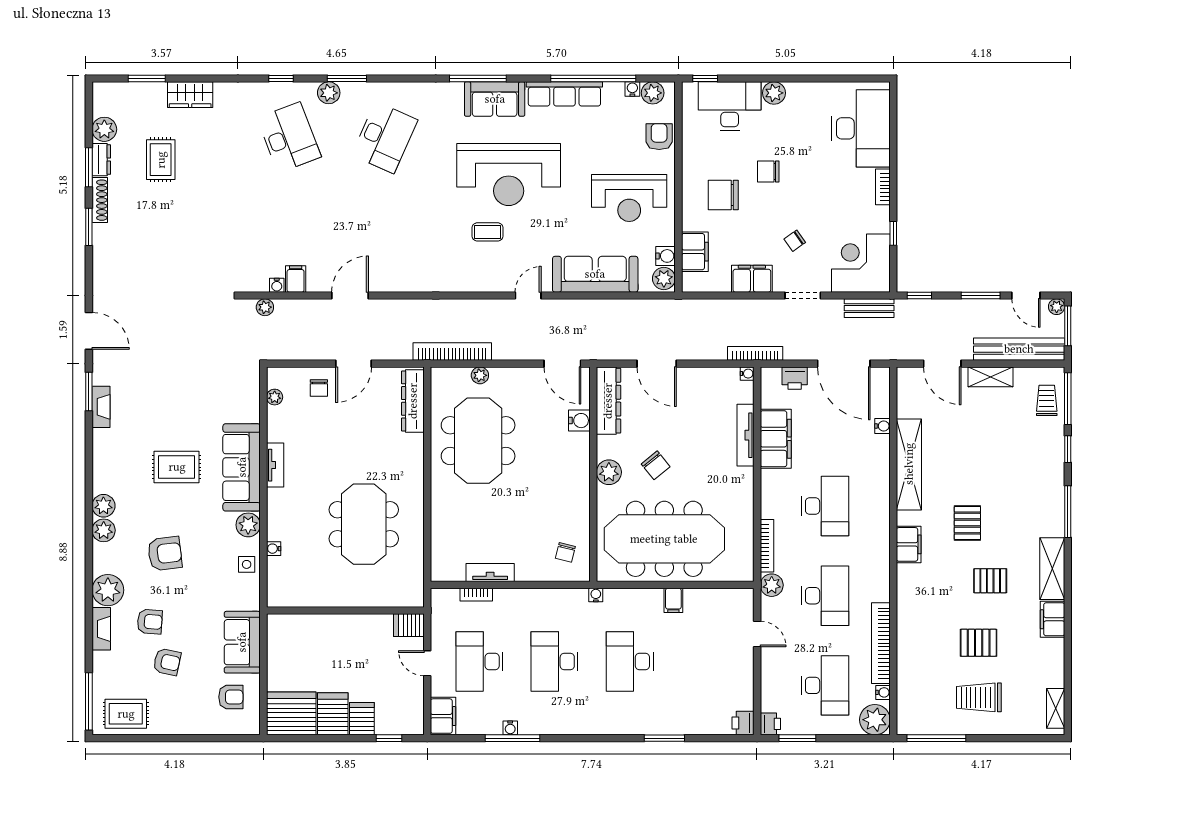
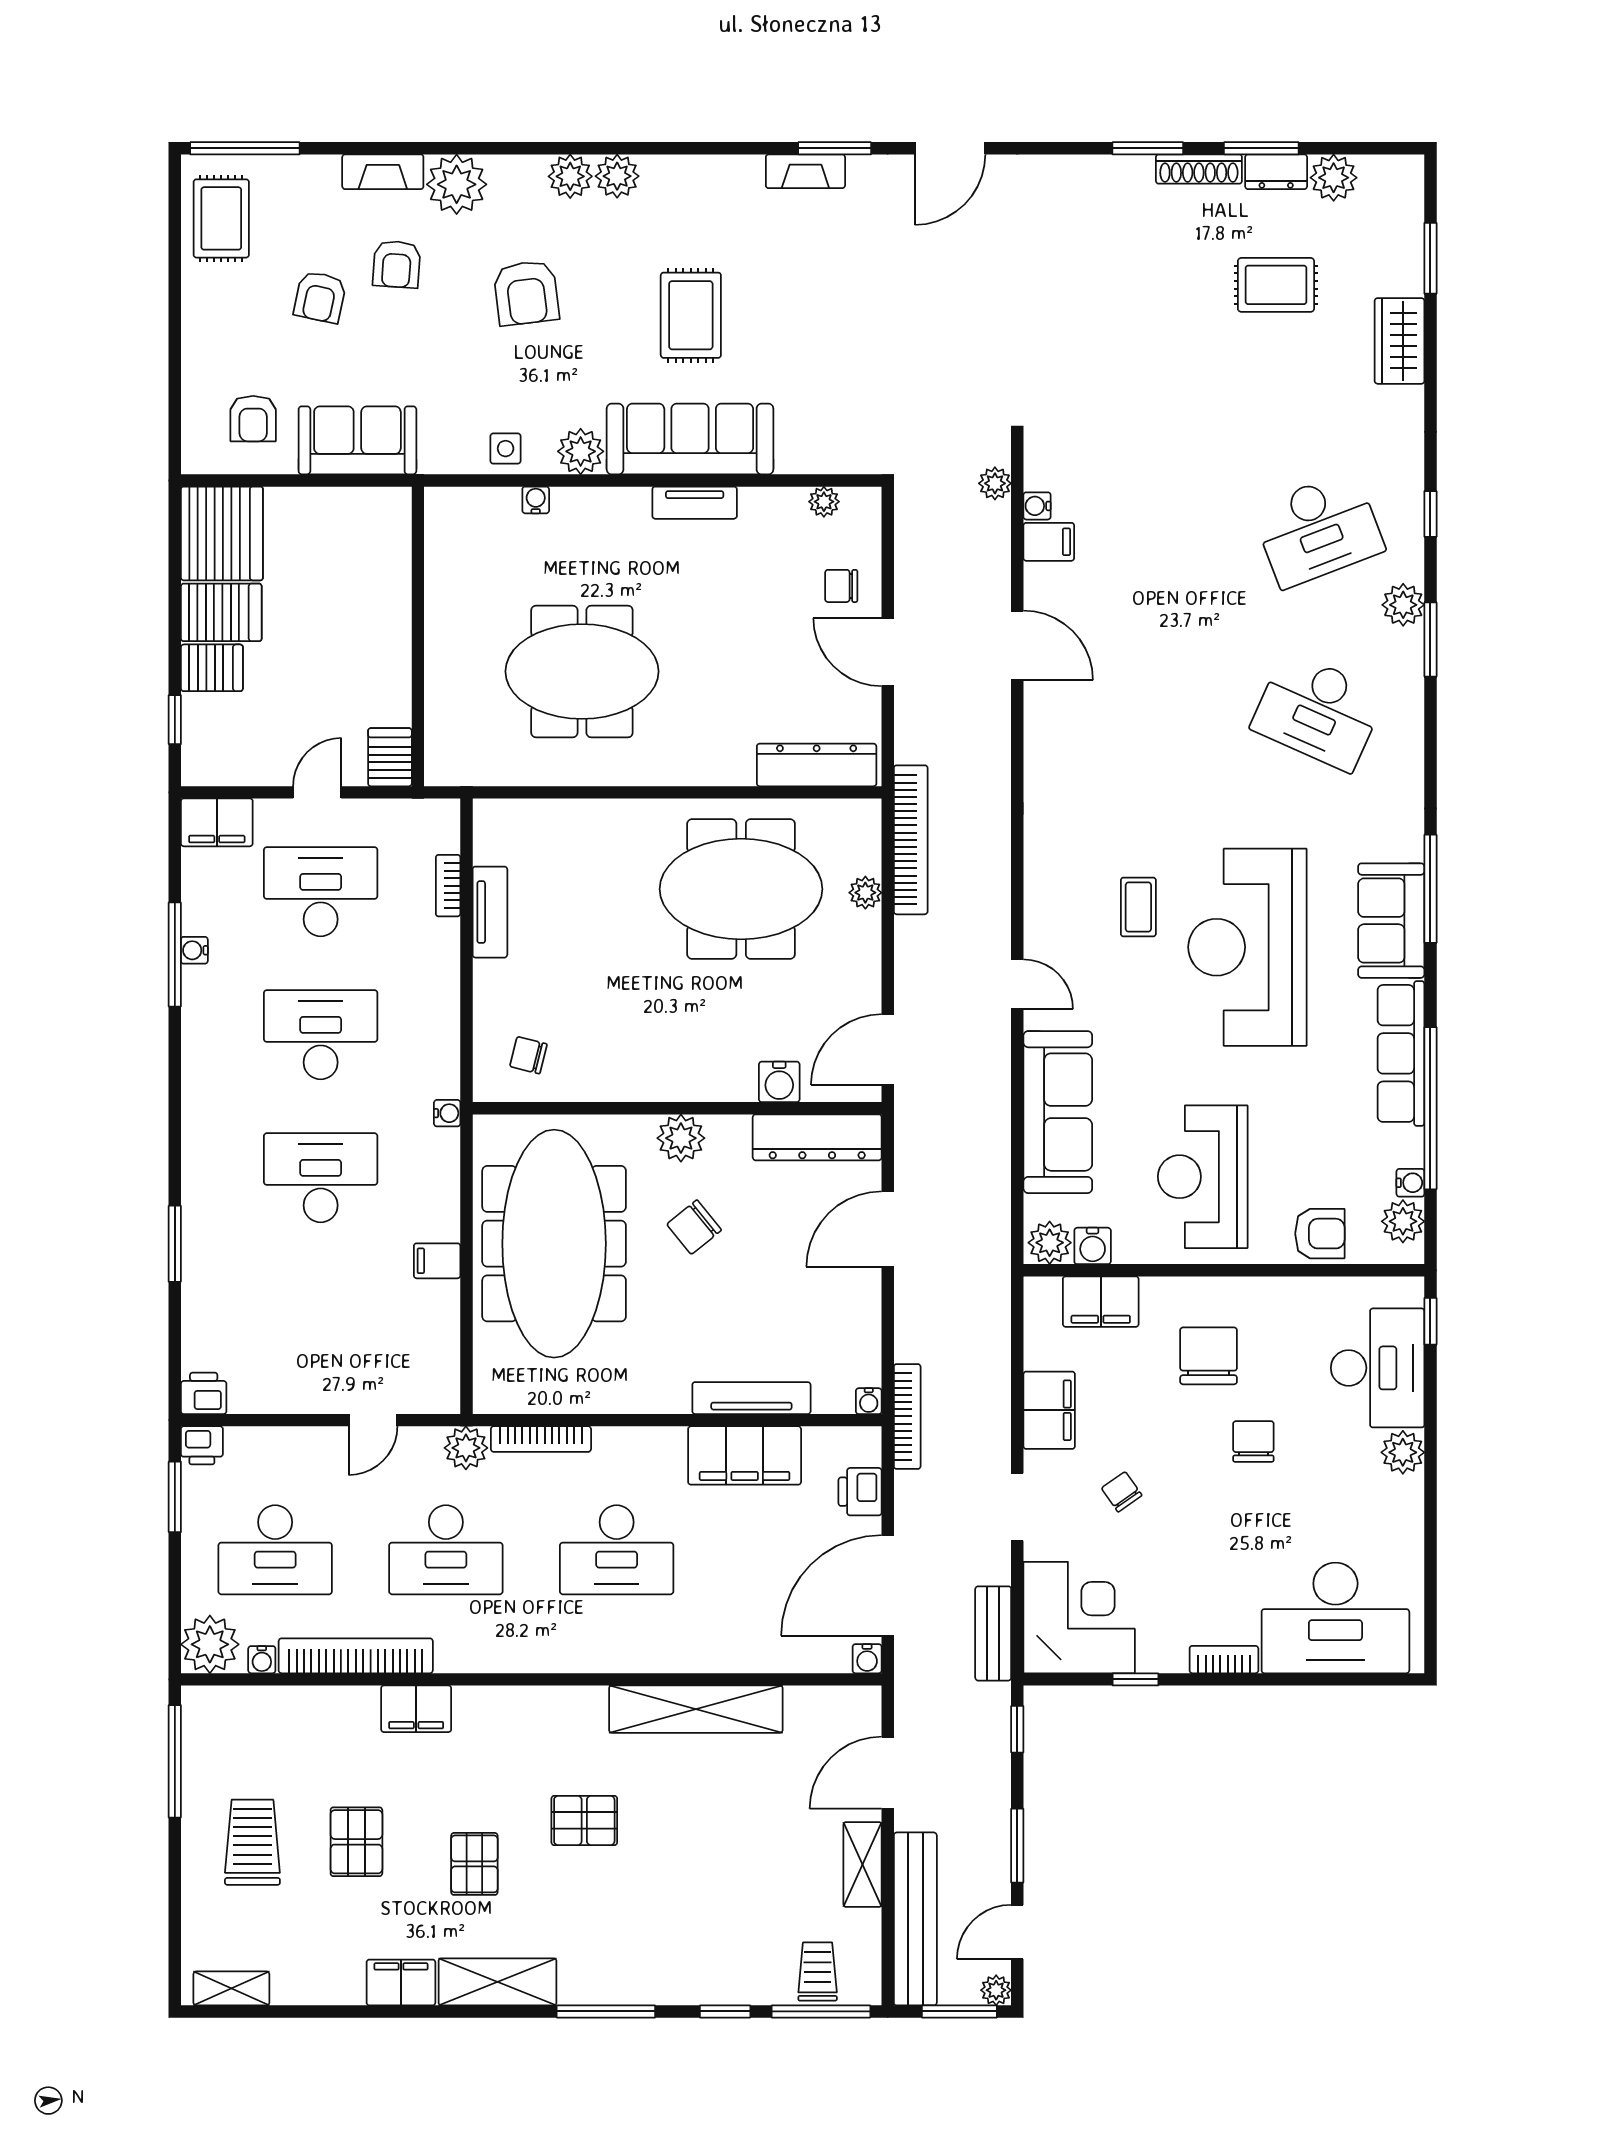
trolley: (1047, 400) -> (818, 1972), turned -90
water cooler: (882, 426) -> (867, 1659), moved
filing cabinet: (909, 544) -> (416, 1709), moved

